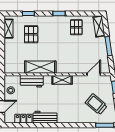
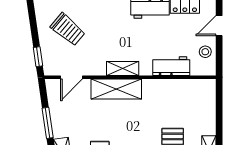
shelving: (40, 67) -> (116, 89), moved

